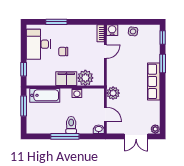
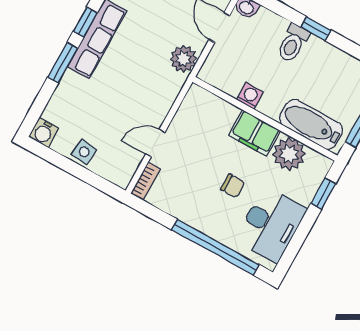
window: (56, 22) -> (215, 247), width x2.11
water cooler: (112, 30) -> (44, 132), moved
window: (163, 37) -> (85, 22), moved
plant: (85, 78) -> (289, 154), moved
window: (65, 136) -> (316, 29), width x0.46

